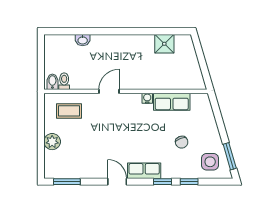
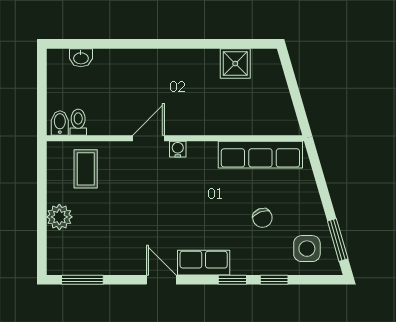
washbasin: (83, 40) -> (81, 58), moved
water cooler: (147, 98) -> (178, 149), moved
row of seats: (172, 102) -> (260, 155), width x1.48
coffee table: (69, 111) -> (86, 169), turned 90

